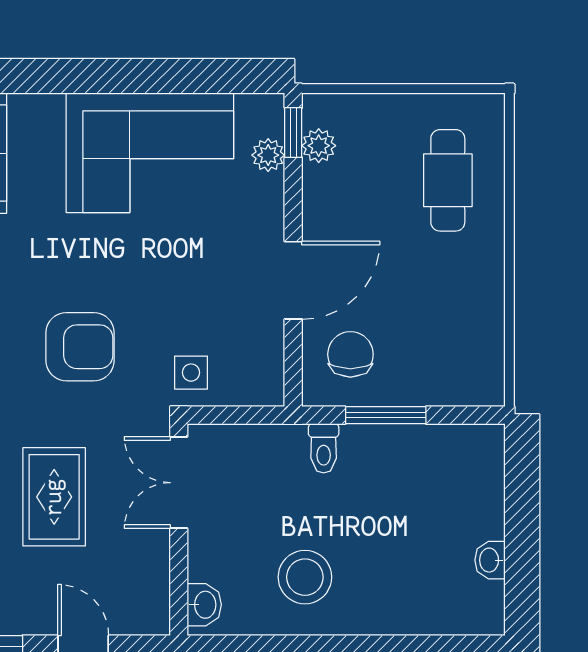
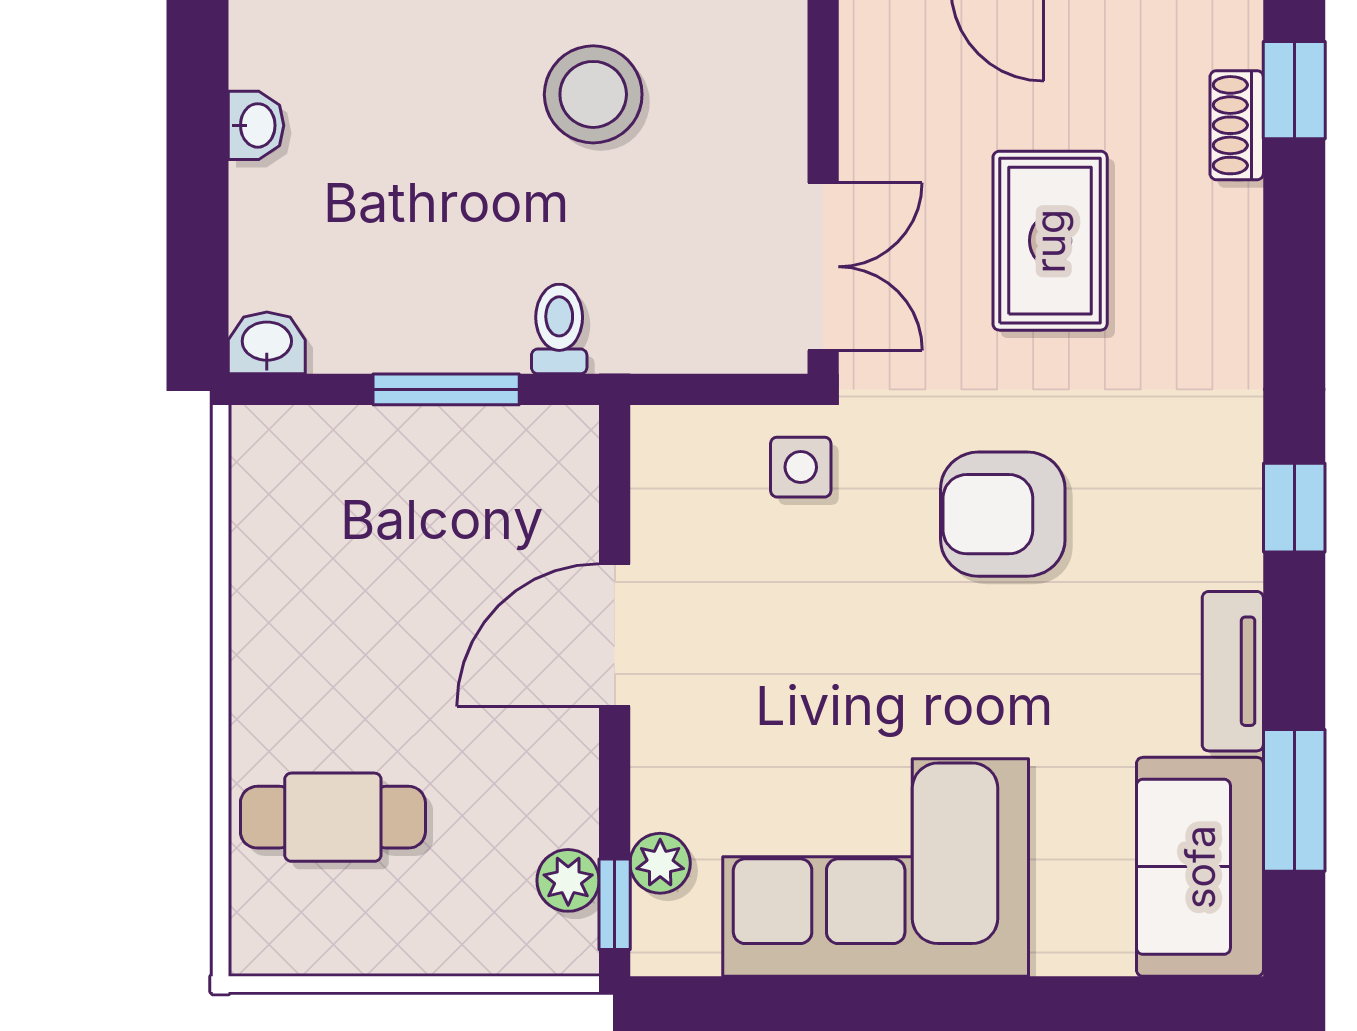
cafe table: (448, 180) -> (333, 817), turned 90
chair: (350, 354) -> (510, 500), removed
washbasin: (204, 605) -> (267, 343), moved, turned 90

